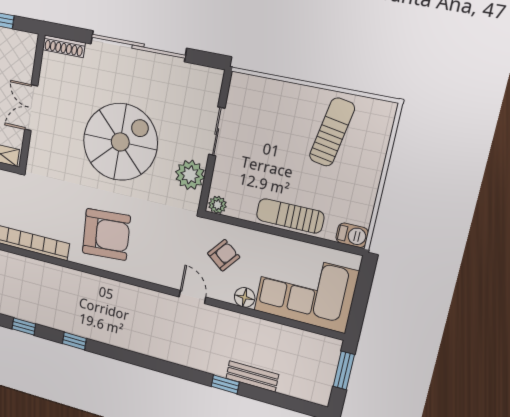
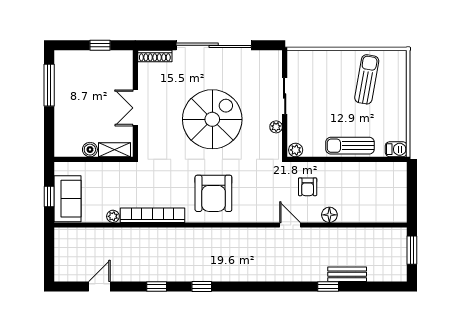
plant: (190, 175) -> (276, 127), width x0.53, depth x0.53
armchair: (106, 234) -> (213, 193), turned 94
armchair: (224, 255) -> (308, 187), turned 142
corner sofa: (306, 291) -> (373, 198), removed

